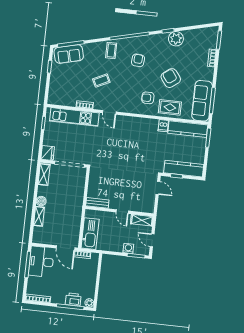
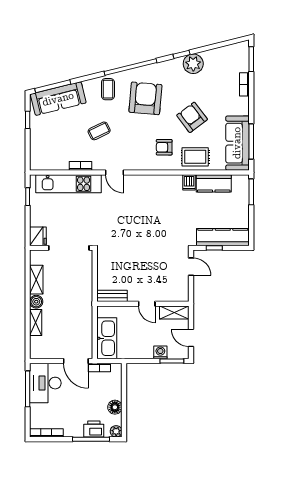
sofa: (69, 54) -> (58, 99), width x1.36
armchair: (138, 60) -> (145, 98), width x1.88, depth x1.88
kitchen counter: (188, 129) -> (214, 183), width x0.67
shelving: (44, 175) -> (36, 280), moved
floor lamp: (90, 285) -> (115, 407), added

